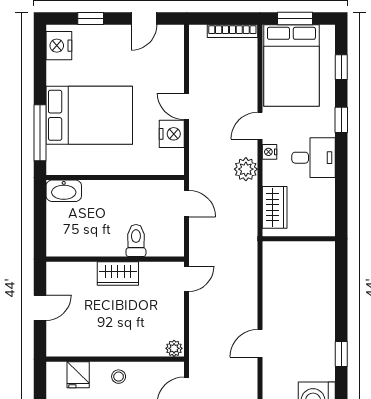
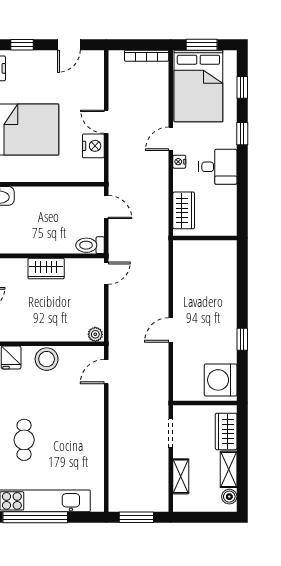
plant: (246, 169) -> (158, 177), removed
toilet: (136, 241) -> (90, 245), moved, turned -90
stool: (119, 377) -> (47, 359), width x1.89, depth x1.89

